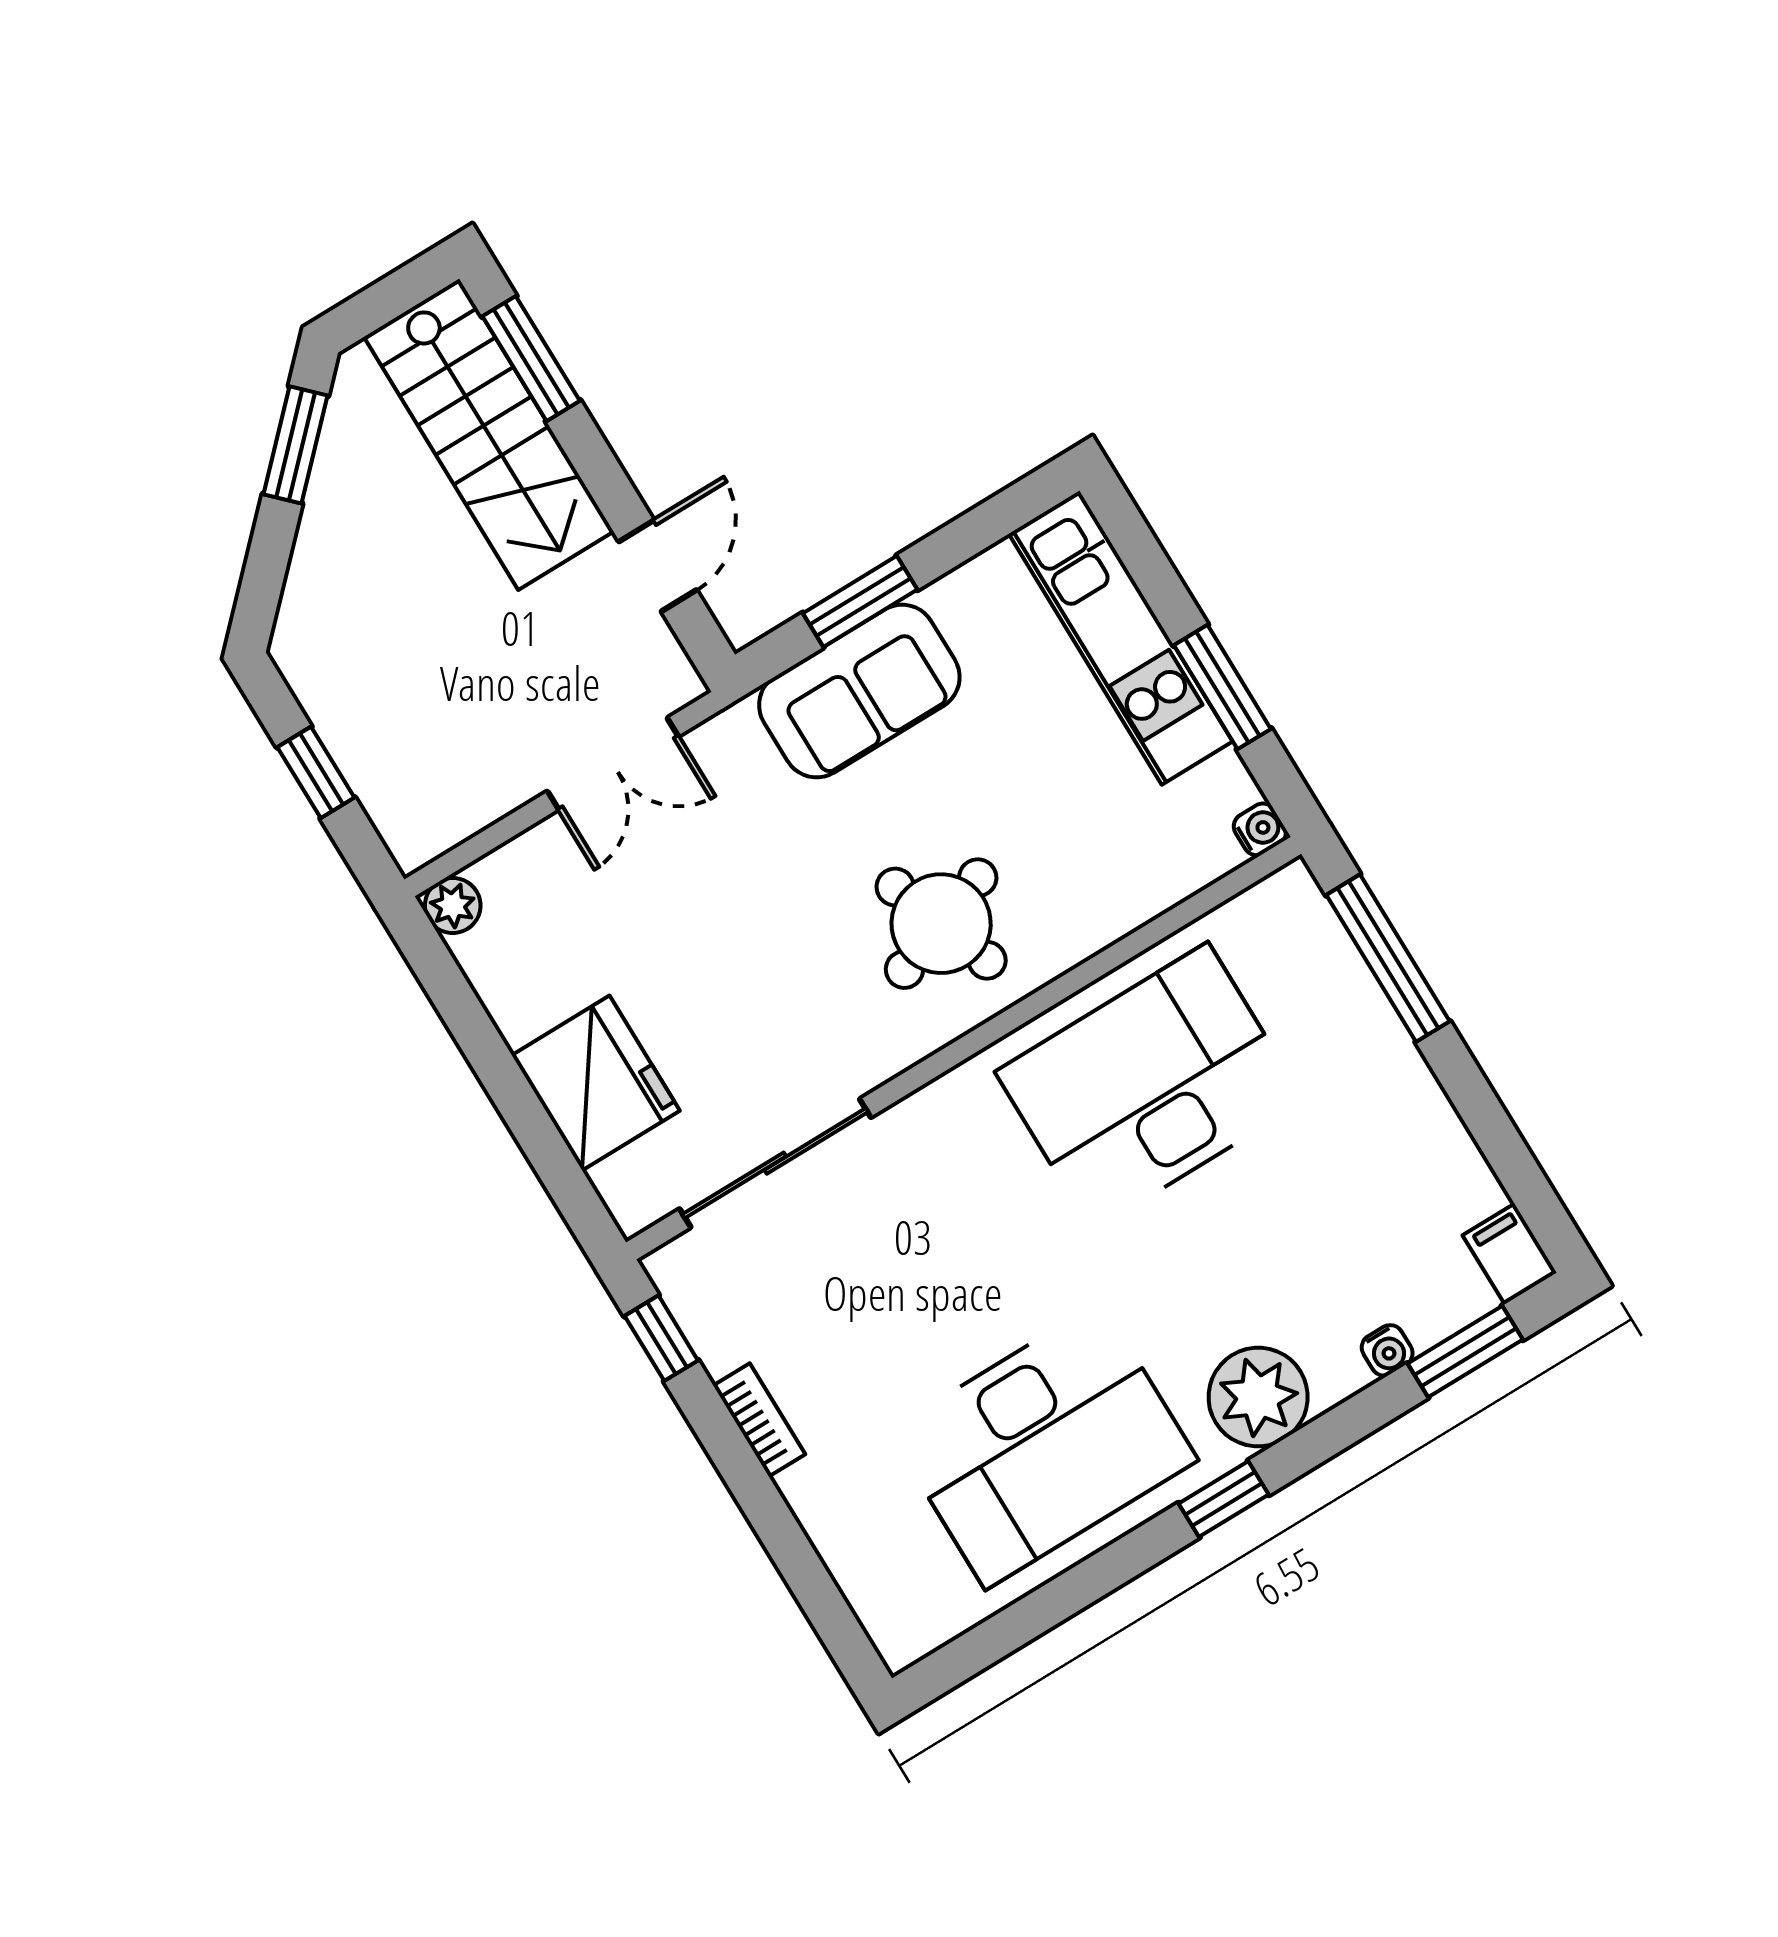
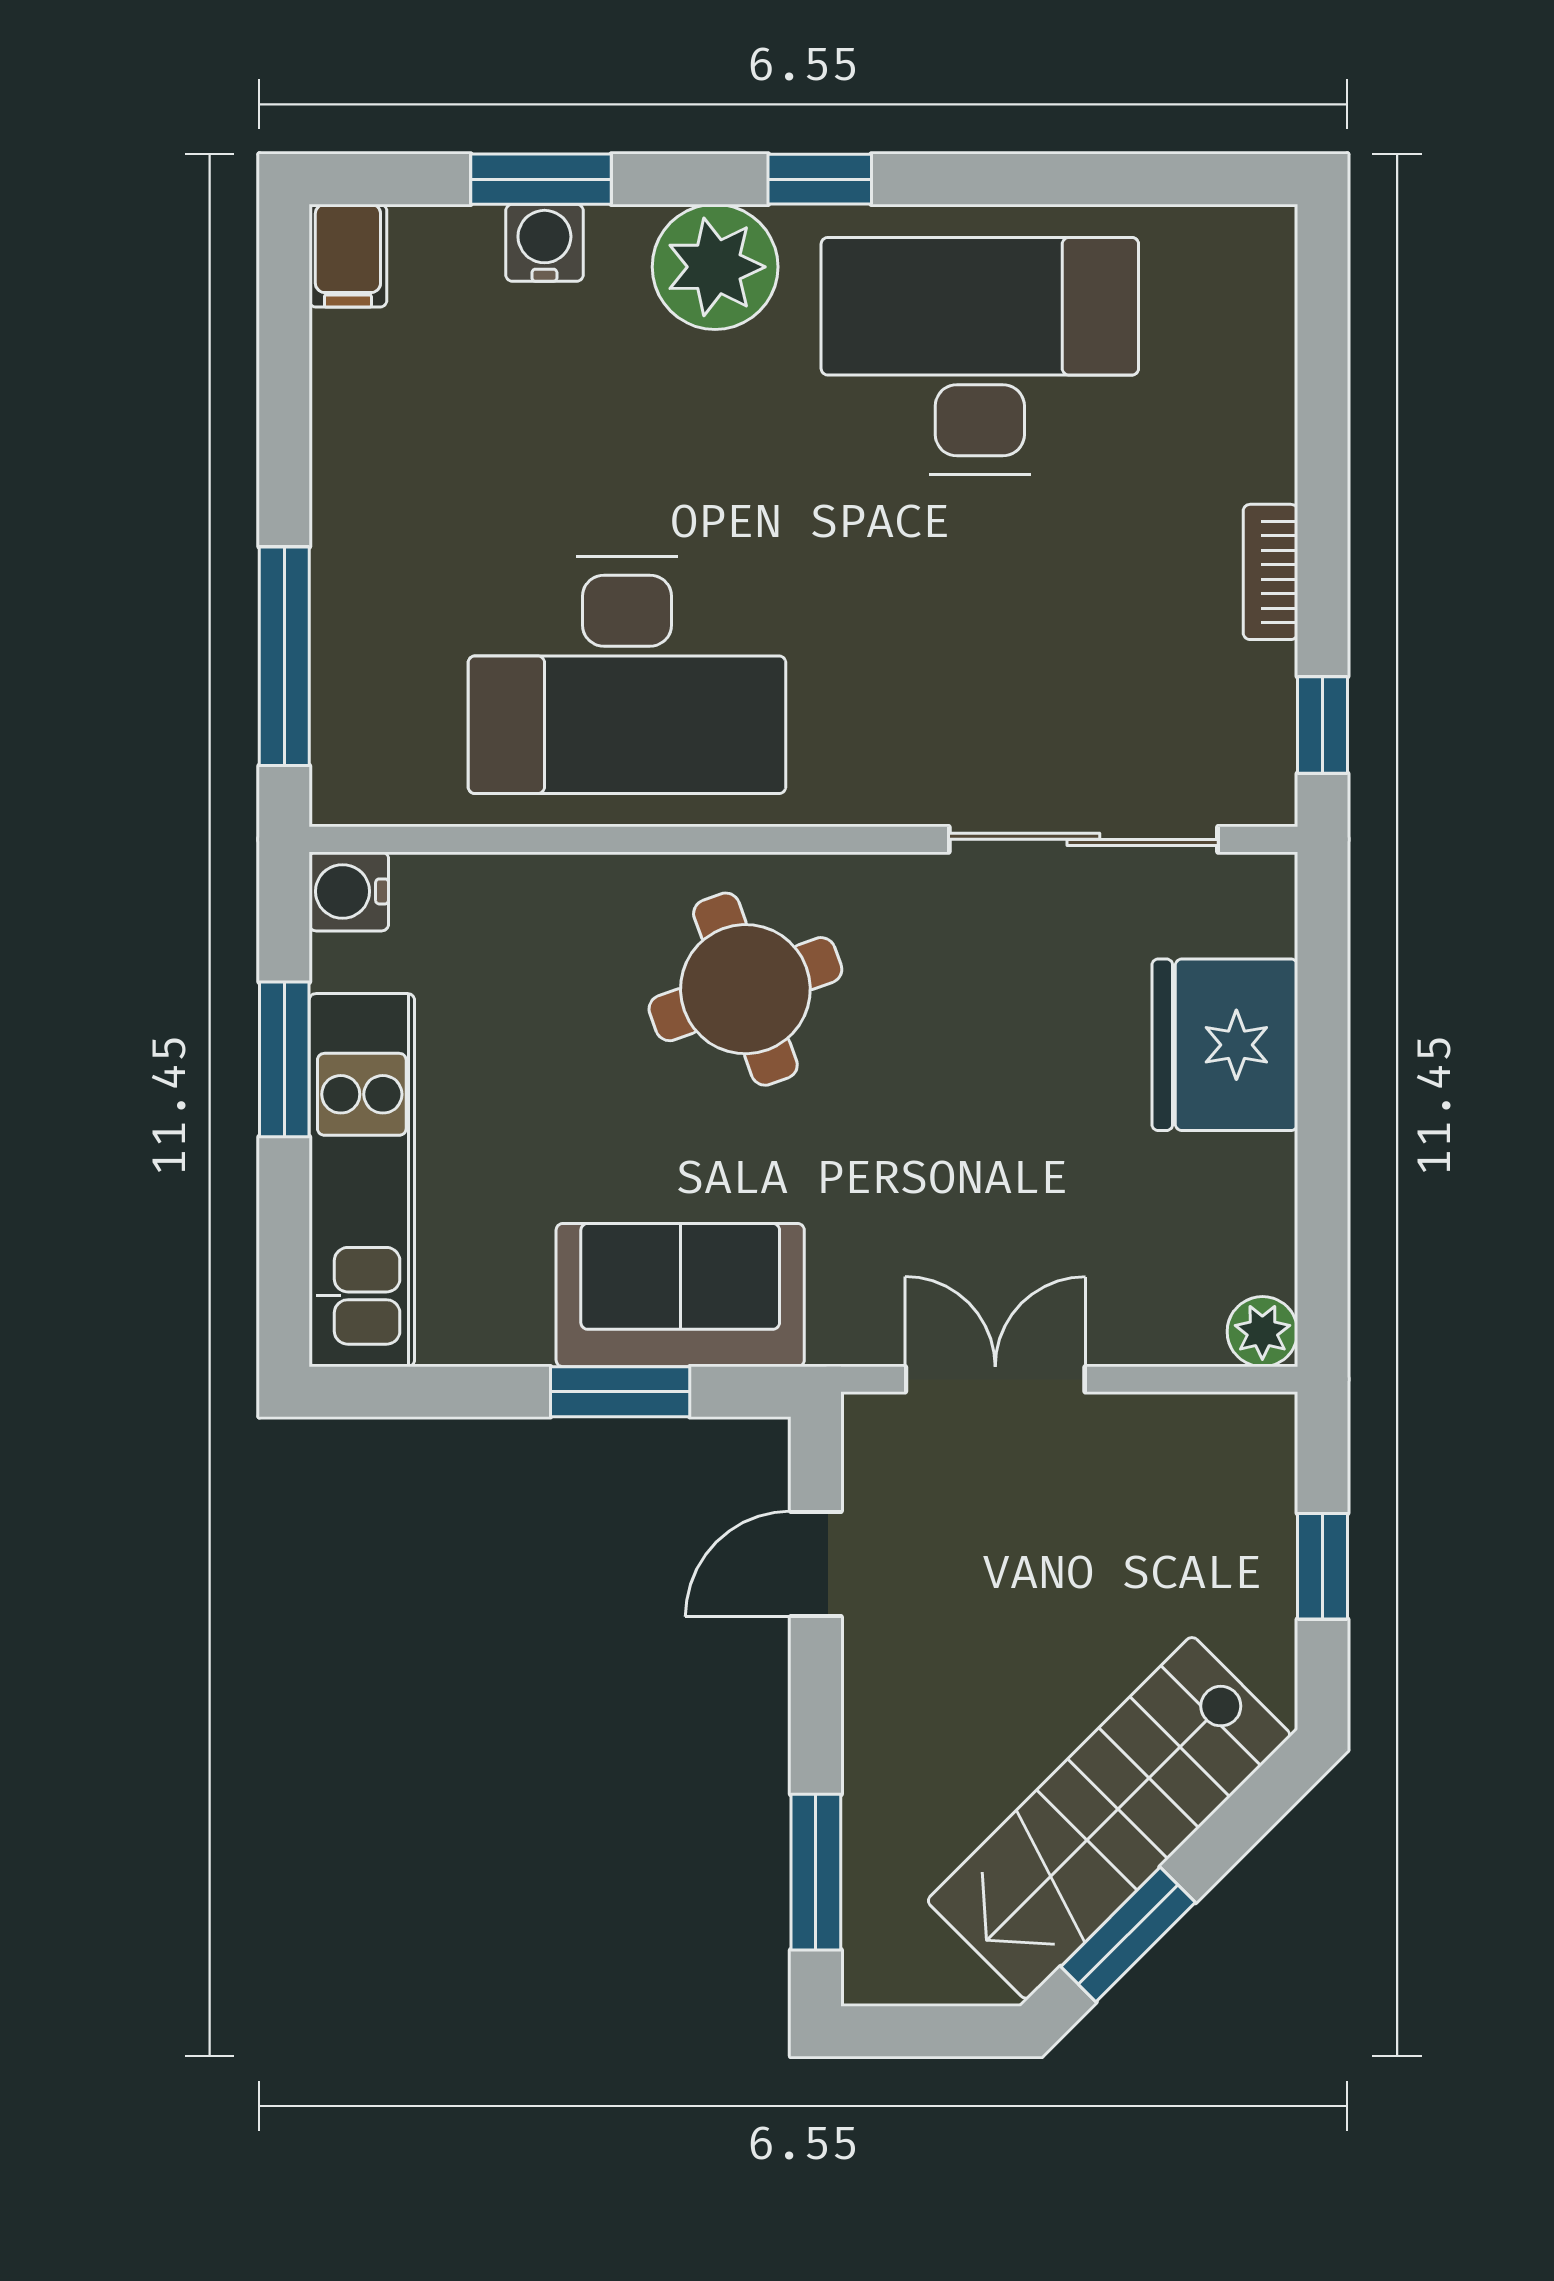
stairs: (489, 434) -> (1109, 1818), moved, turned -135
water cooler: (1260, 829) -> (349, 891), width x1.38, depth x1.38
water cooler: (1387, 1350) -> (544, 243), width x1.38, depth x1.38
window: (1465, 1352) -> (541, 179), moved

